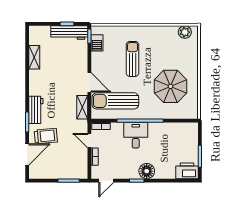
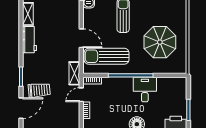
shelving: (82, 107) -> (74, 73), moved
workbench: (36, 110) -> (30, 40), moved
desk: (136, 135) -> (145, 89), moved
door: (89, 141) -> (81, 95), hinge flipped

